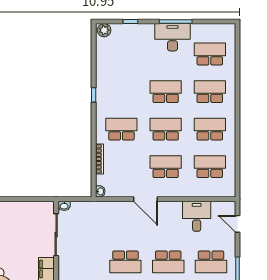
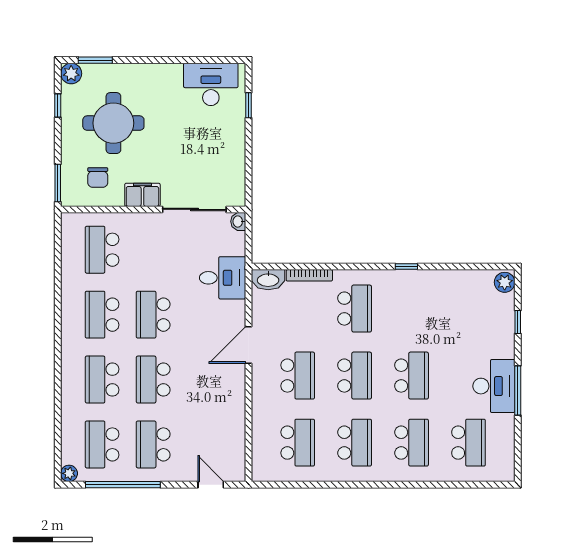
washbasin: (100, 191) -> (268, 280), width x1.91, depth x1.45
desk: (197, 216) -> (223, 278), moved
door: (238, 224) -> (211, 485), hinge flipped

